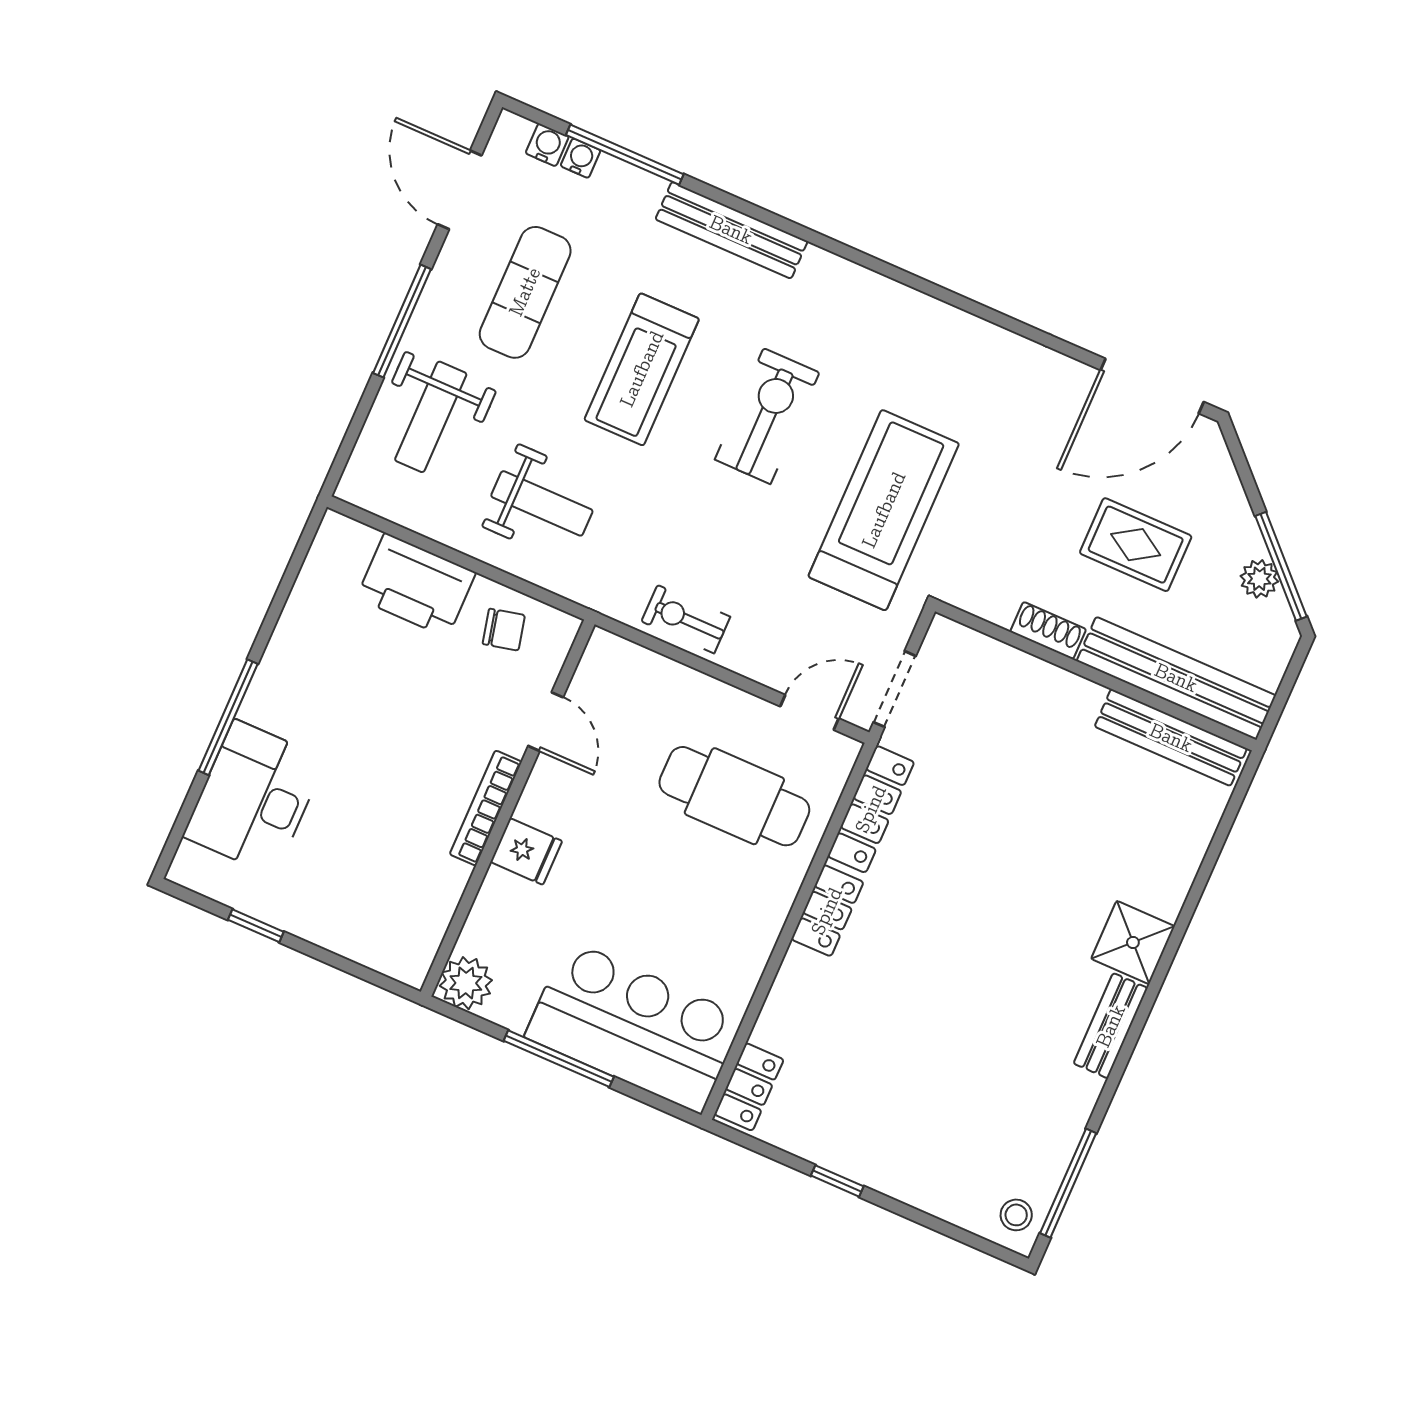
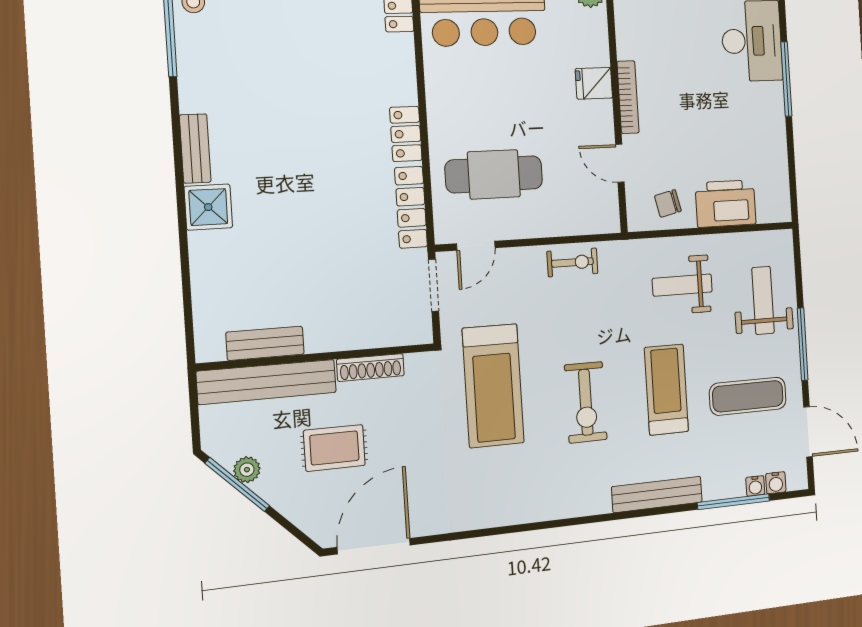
exercise mat: (525, 292) -> (748, 396), turned 90
shoe rack: (1048, 630) -> (370, 367), width x1.43
bench: (1171, 738) -> (265, 343), width x0.73

